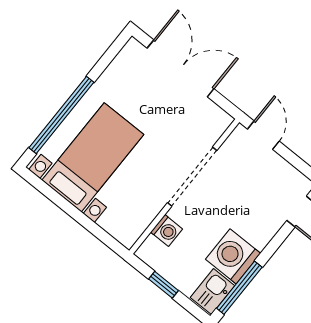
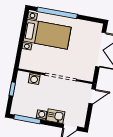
washing machine: (233, 256) -> (42, 115), width x0.53, depth x0.53
kitchen sink: (213, 292) -> (55, 116), moved

